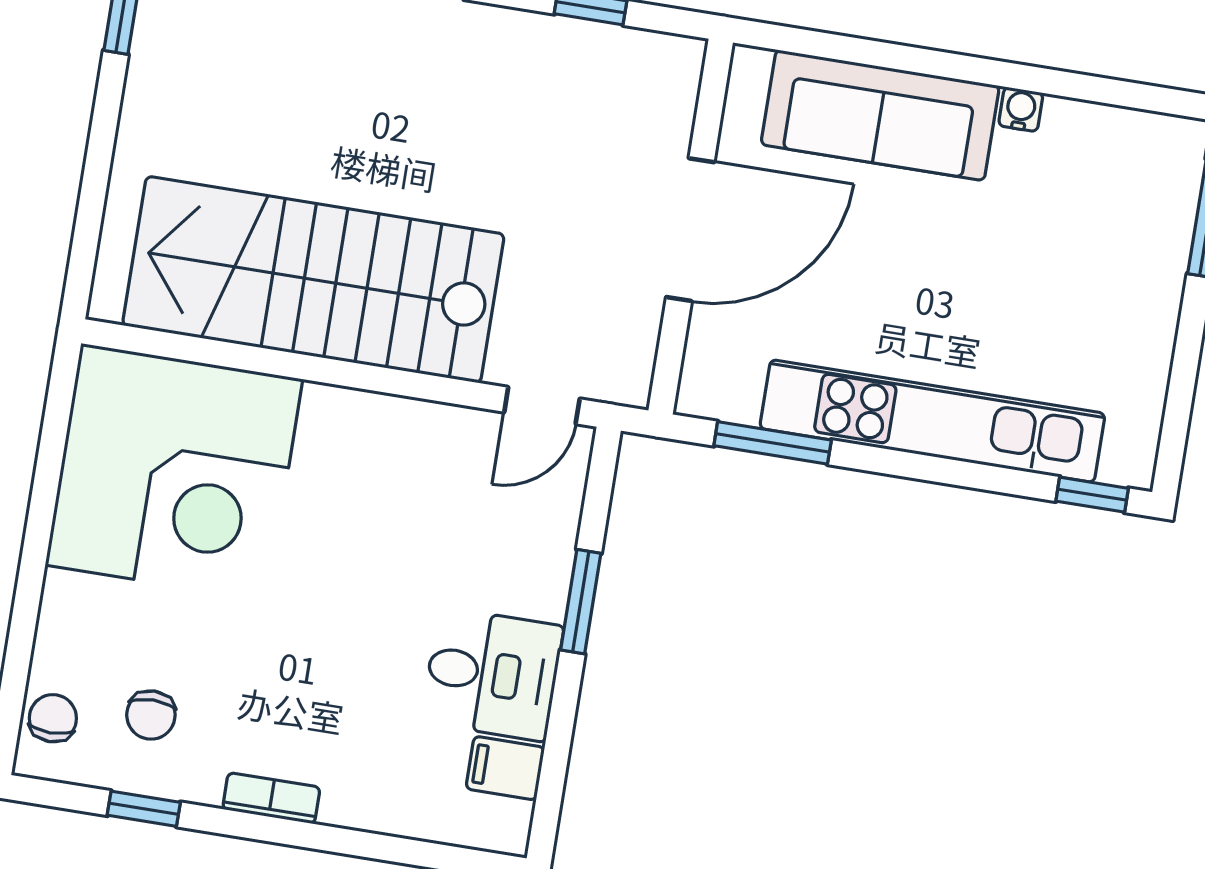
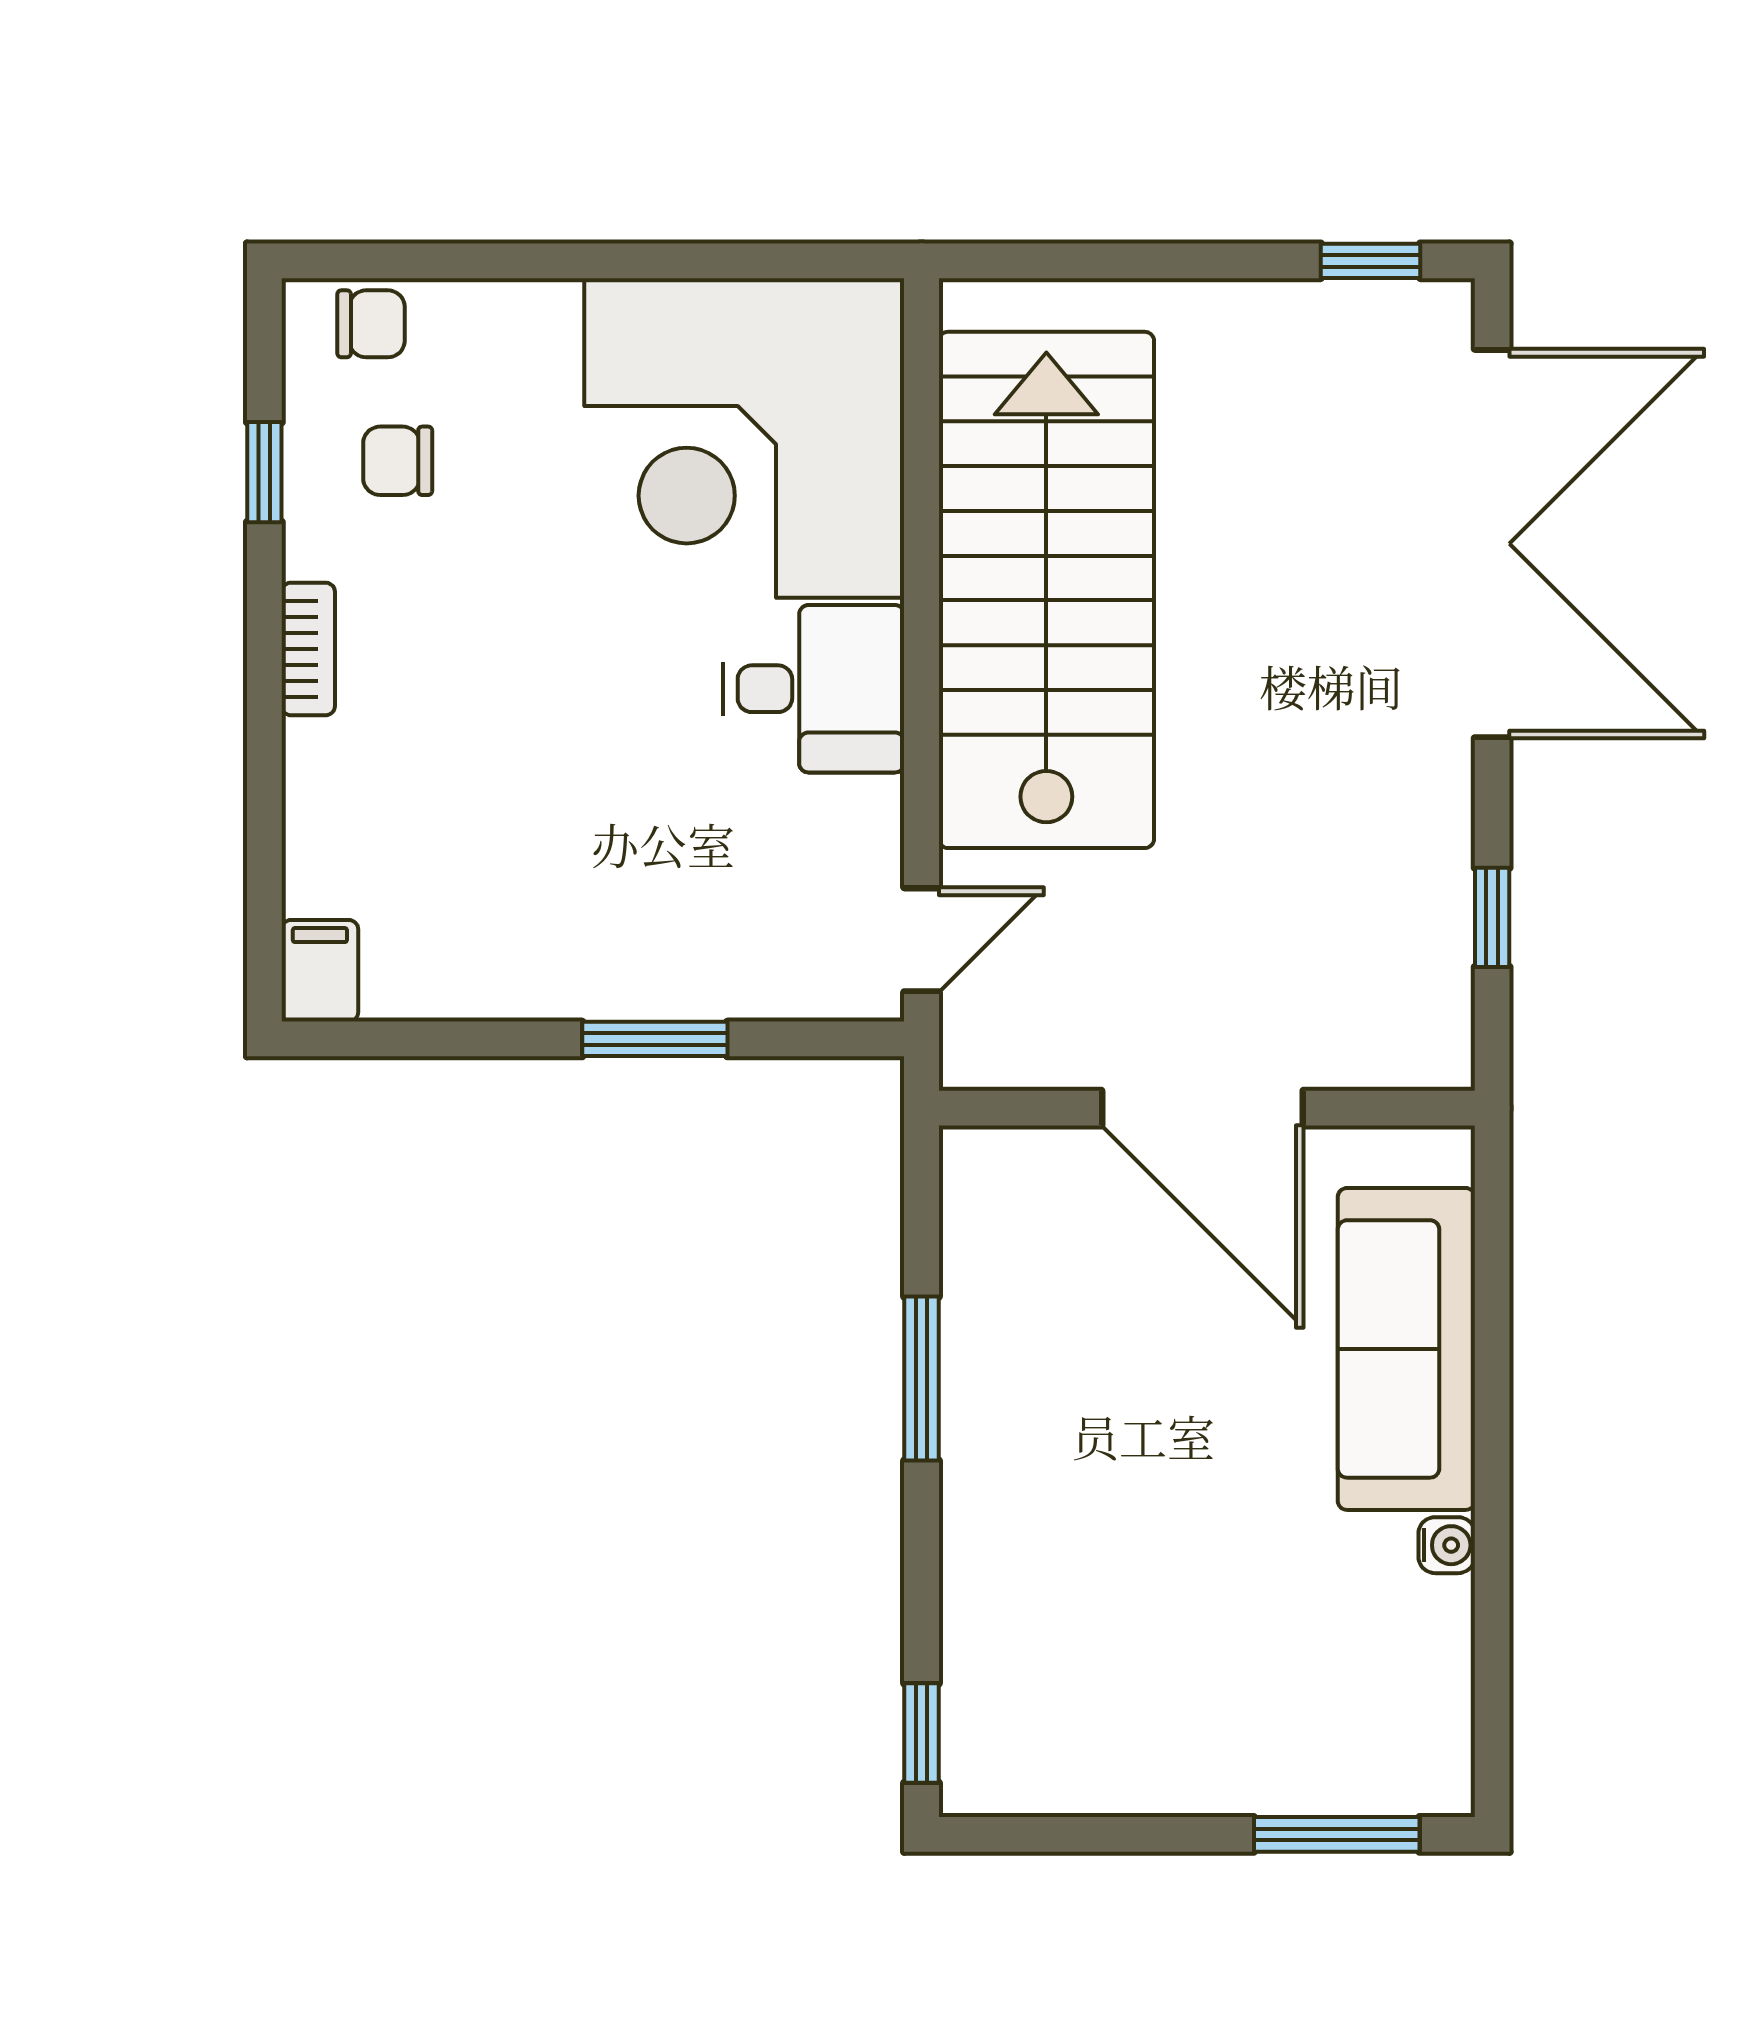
door: (542, 406) -> (921, 940), swing flipped
kitchen unit: (932, 421) -> (989, 1492), removed
window: (773, 443) -> (921, 1379), moved
desk: (492, 674) -> (814, 689), moved, turned -90
filing cabinet: (505, 768) -> (320, 971), moved

